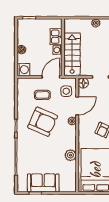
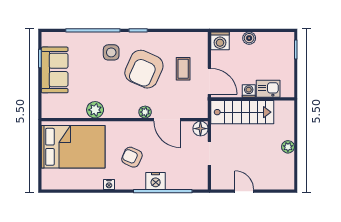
side table: (66, 91) -> (111, 52), moved

